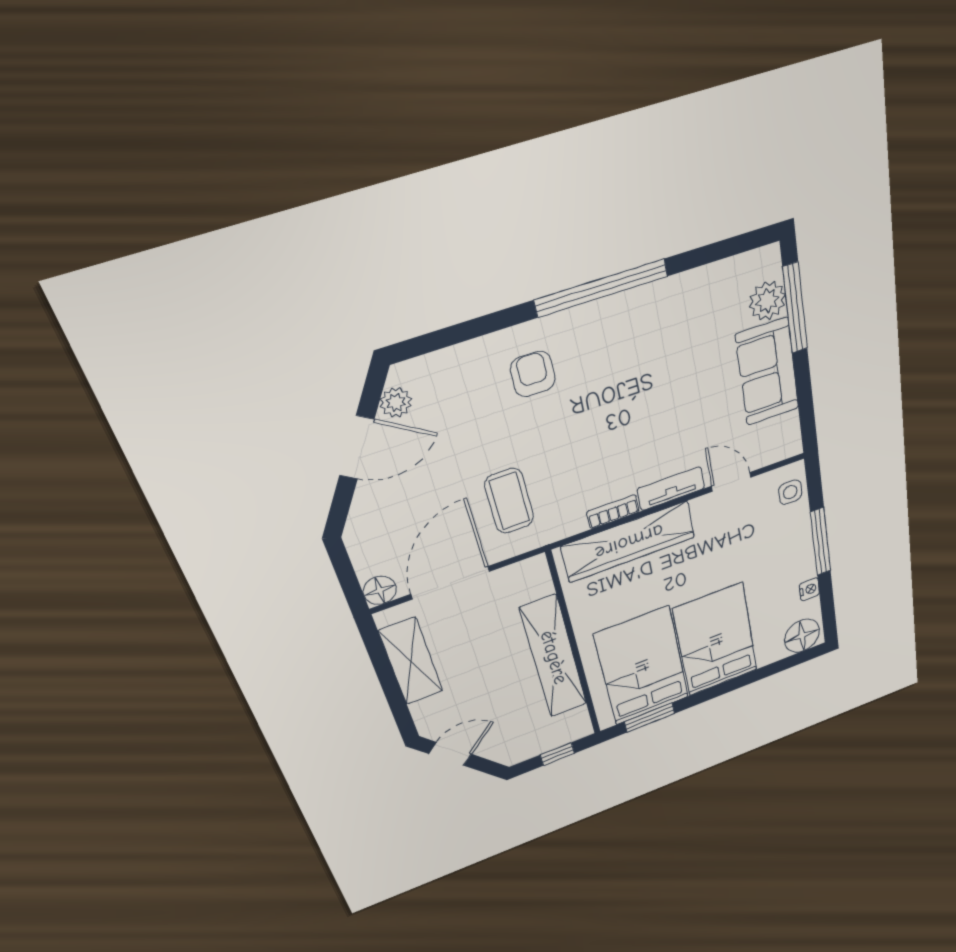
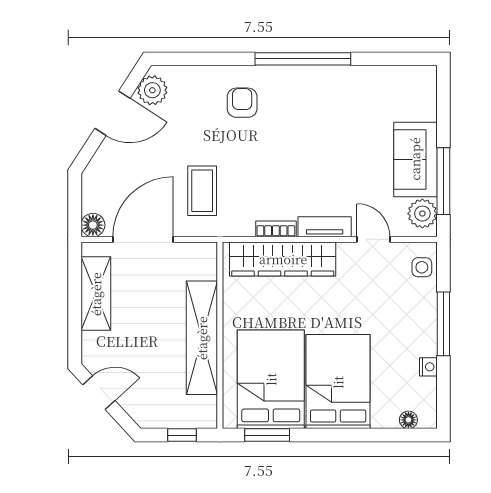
plant: (767, 301) -> (422, 214), moved
window: (795, 308) -> (443, 181), moved
plant: (396, 403) -> (152, 90), width x1.38, depth x1.38
floor lamp: (802, 636) -> (408, 420), width x0.53, depth x0.53

